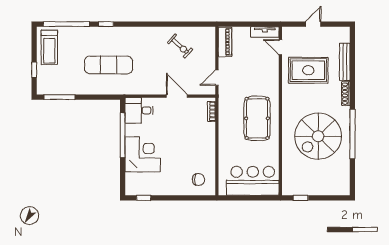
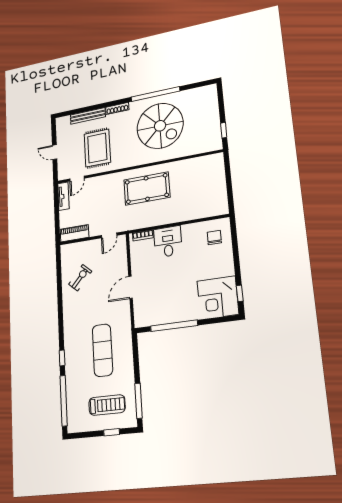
treadmill: (49, 47) -> (107, 405), moved
door: (217, 78) -> (109, 235), hinge flipped
door: (177, 96) -> (131, 287), moved
desk: (139, 110) -> (168, 242), moved, turned 180
corner desk: (143, 154) -> (218, 298), moved, turned -90
bar counter: (253, 181) -> (210, 181), removed

